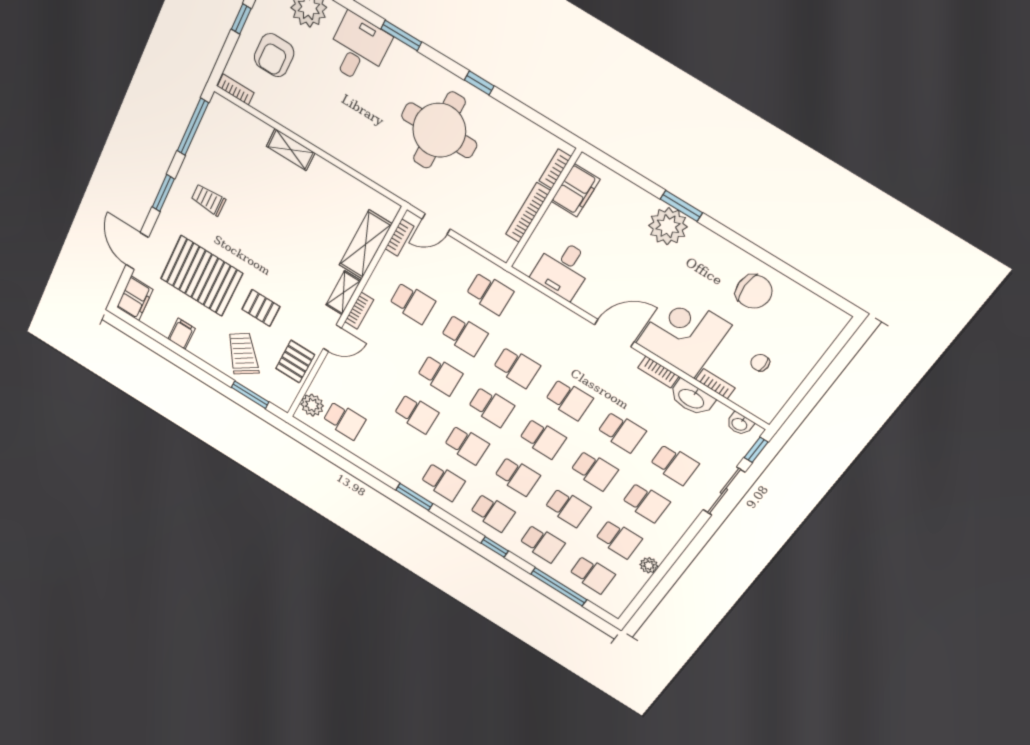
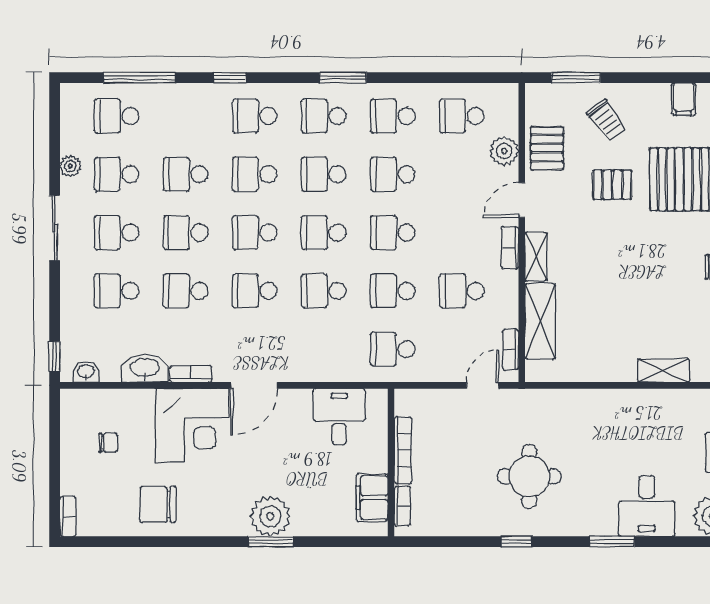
round table: (439, 130) -> (529, 476), width x0.73, depth x0.73
trolley: (243, 354) -> (606, 120), width x0.73, depth x0.72
bookcase: (715, 384) -> (68, 516), moved, turned -90
plant: (312, 405) -> (504, 151), moved
sliding door: (724, 491) -> (55, 228), moved
school desk: (542, 543) -> (393, 116), moved

